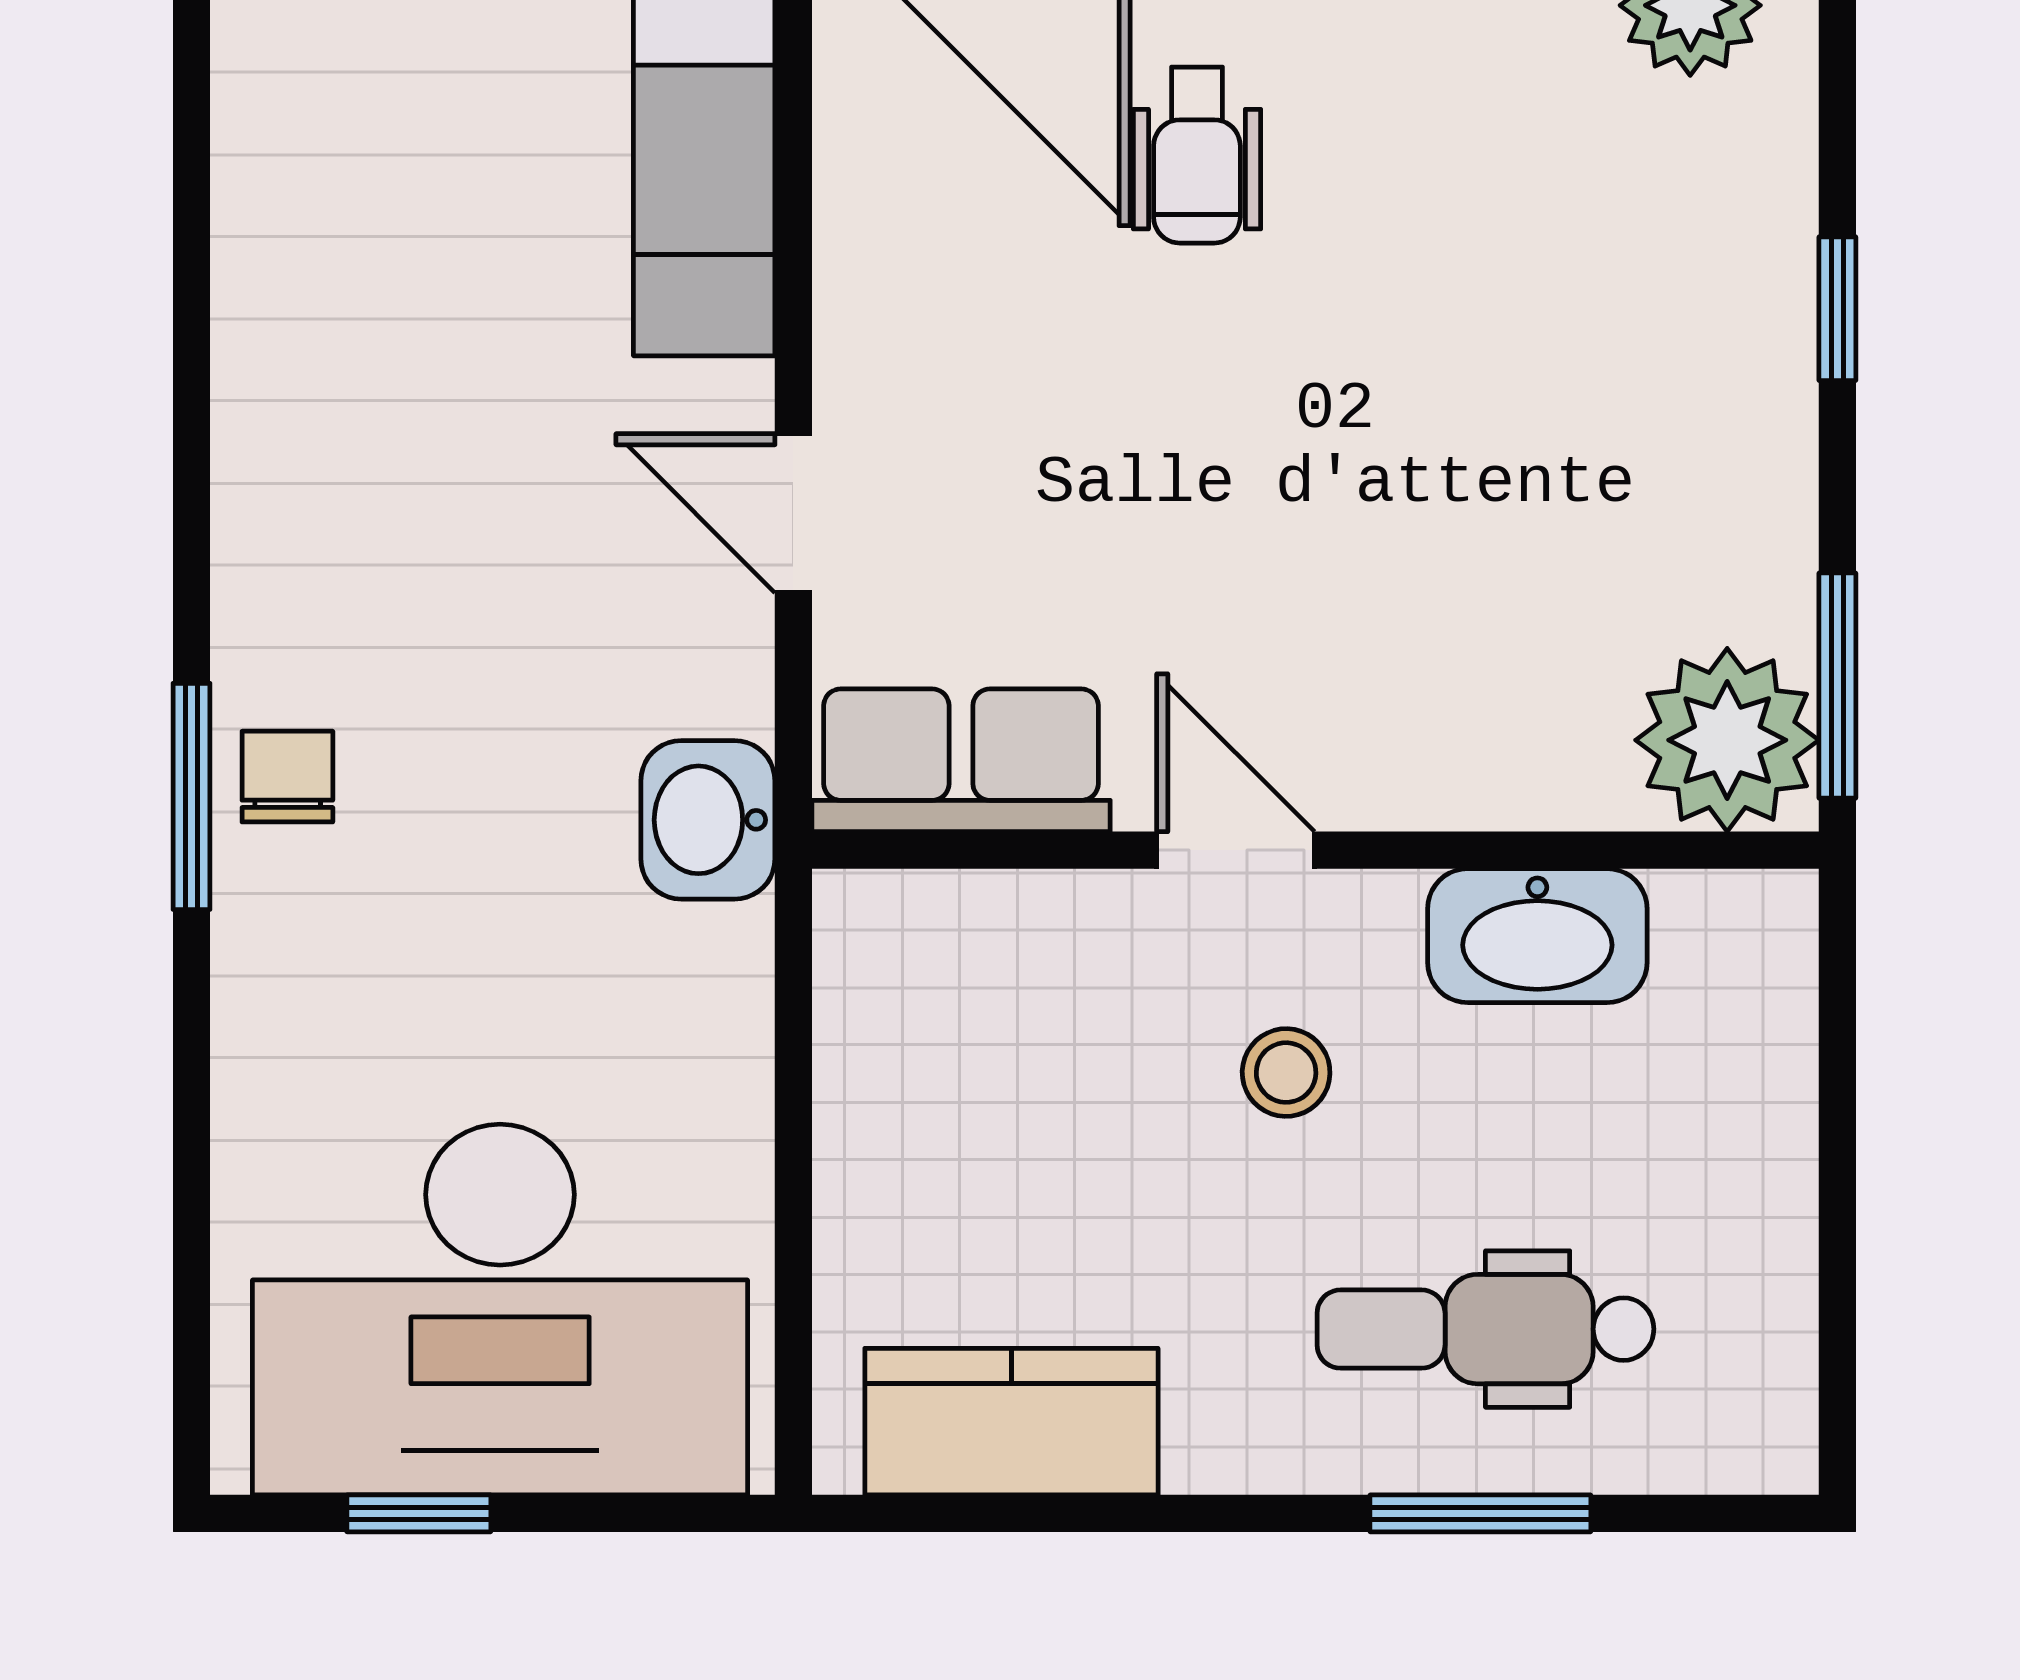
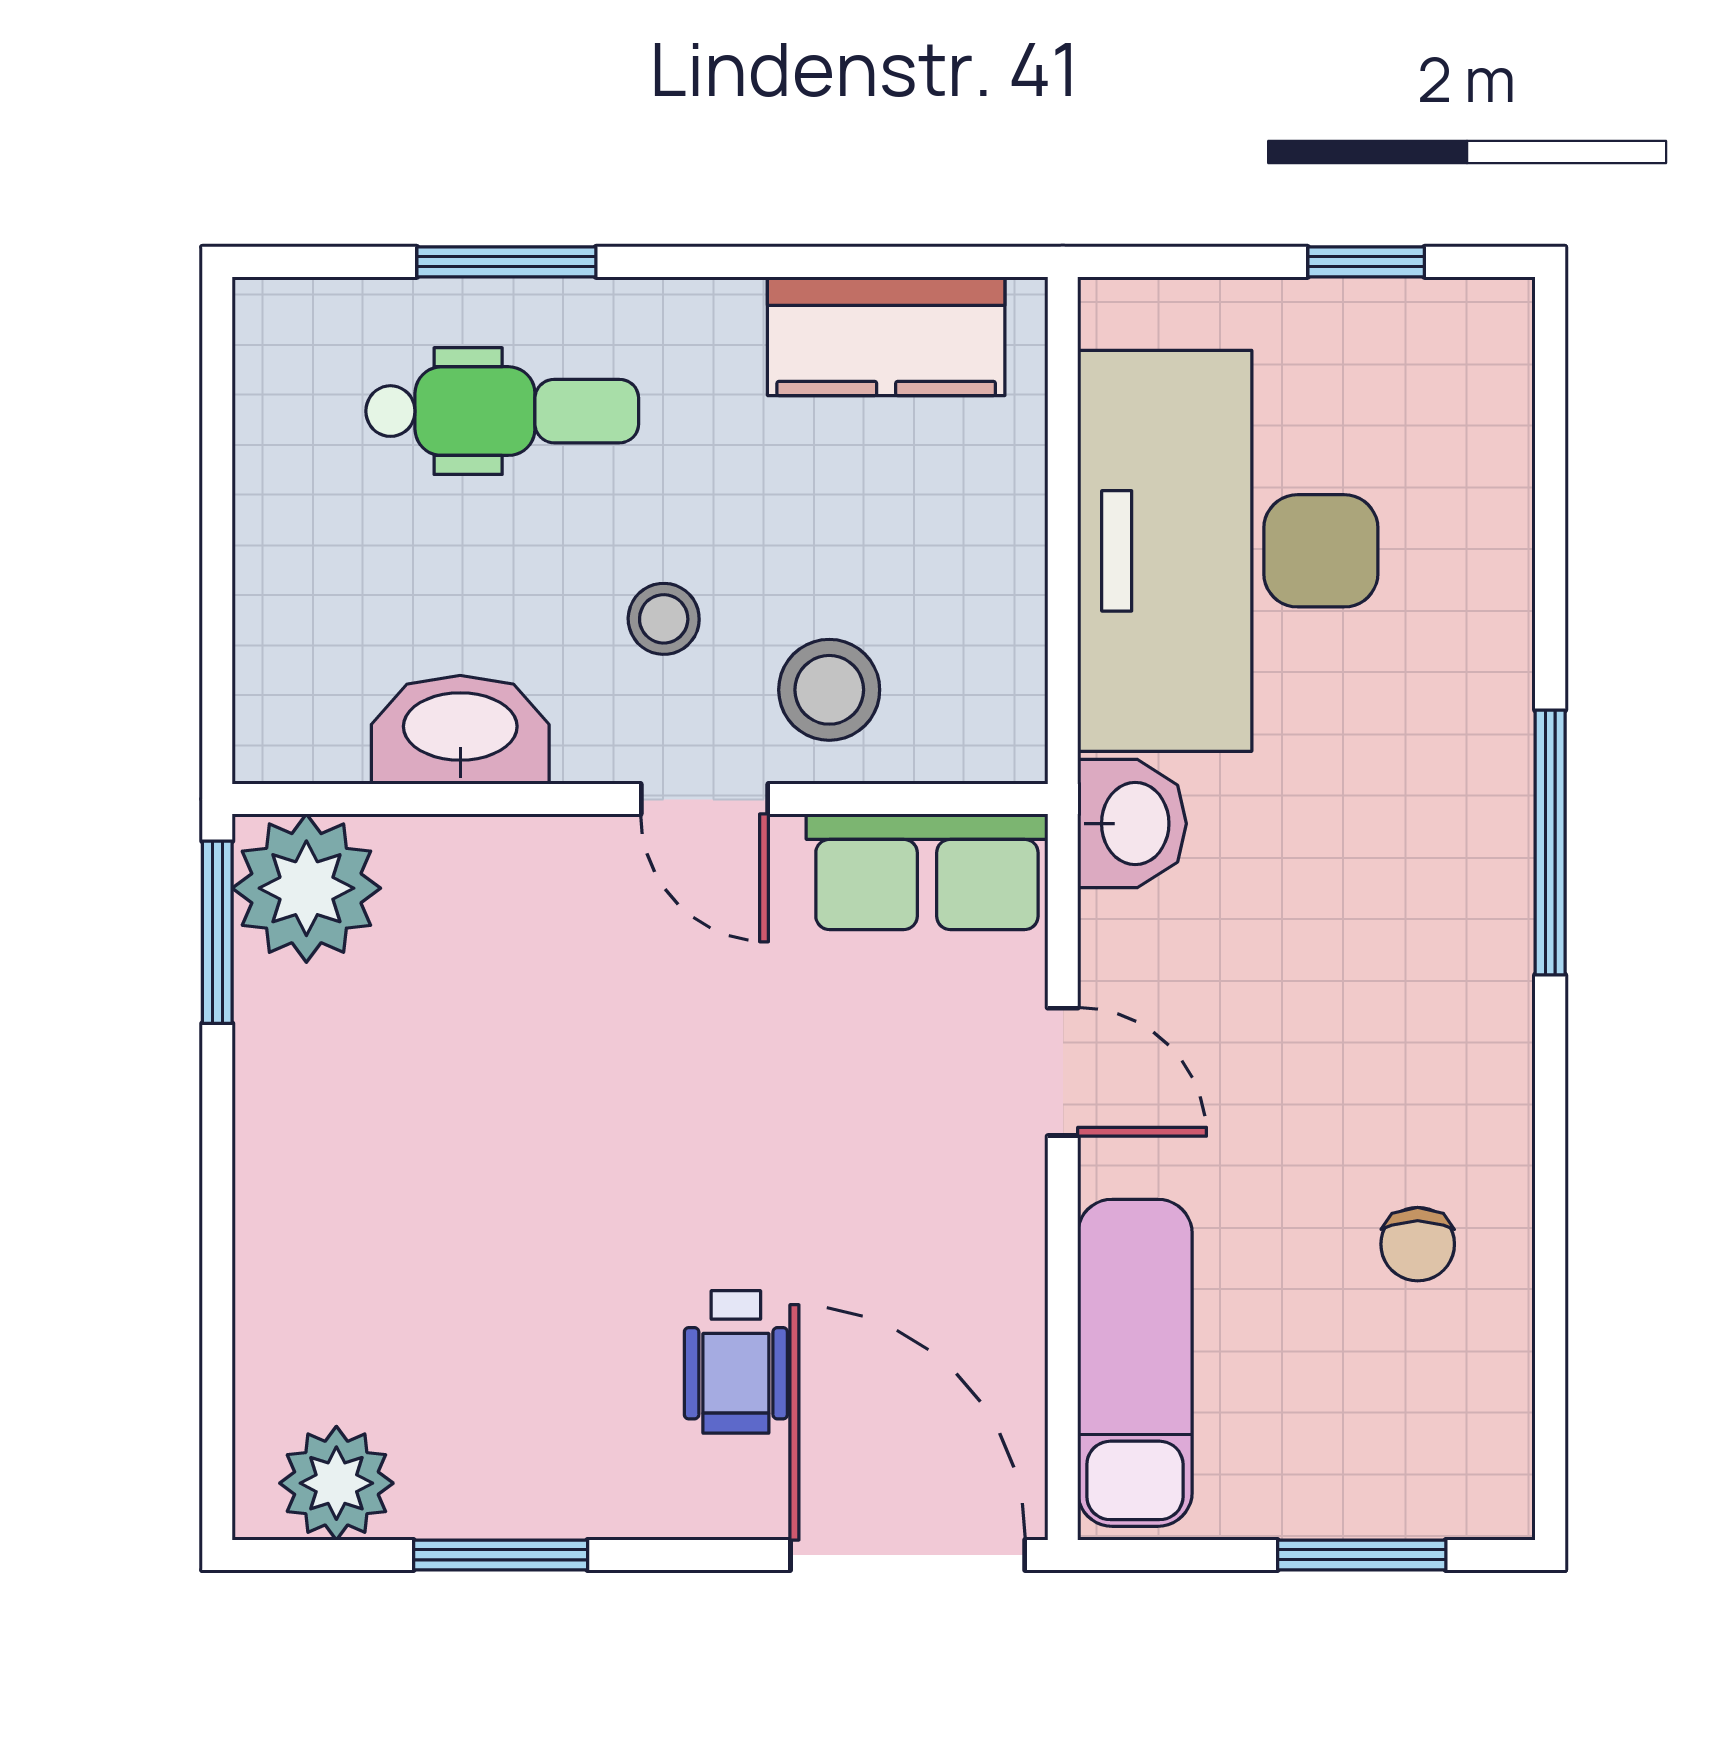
wheelchair: (1197, 155) -> (736, 1362), turned 180
window: (1837, 309) -> (217, 1237), removed
chair: (287, 777) -> (1418, 1244), moved
window: (192, 796) -> (1550, 842), width x1.44
stool: (1082, 985) -> (829, 690), added
desk: (500, 1310) -> (1228, 551), moved, turned -90

